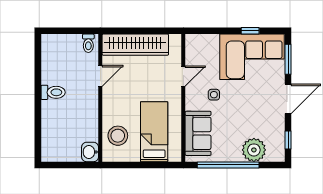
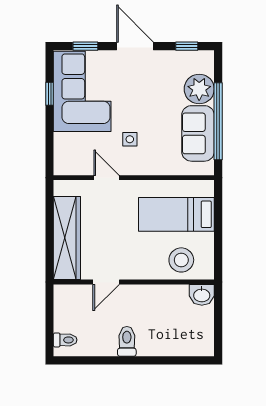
toilet: (88, 43) -> (65, 340), moved
window: (288, 59) -> (85, 46), width x0.67
door: (100, 76) -> (106, 282), swing flipped
sofa: (198, 133) -> (198, 133), moved, turned -90

